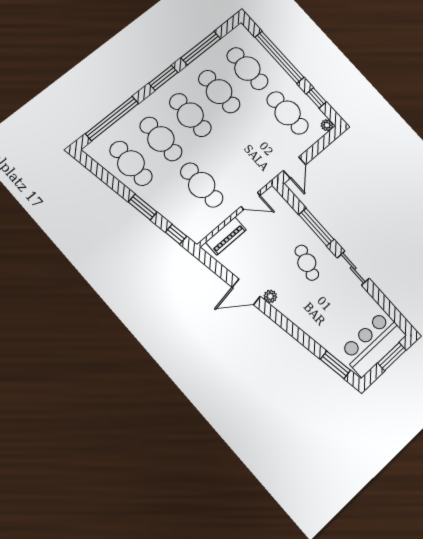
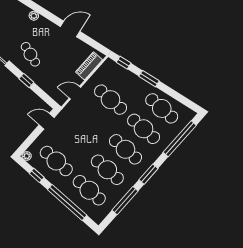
door: (295, 168) -> (47, 121), hinge flipped
window: (316, 227) -> (26, 80), width x0.46
plant: (270, 296) -> (34, 16), moved

